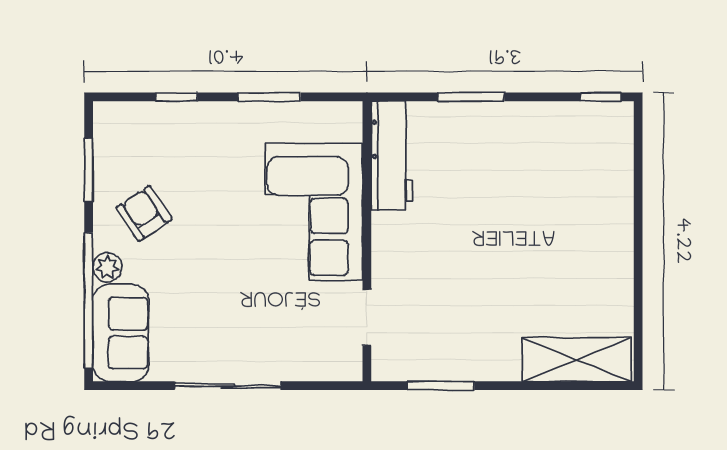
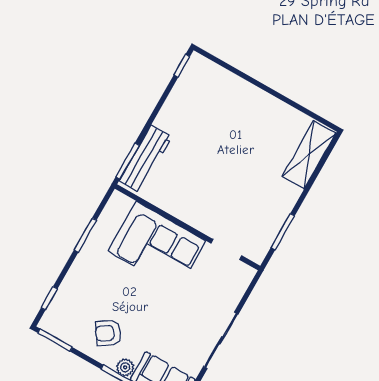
window: (176, 97) -> (49, 298), moved
window: (471, 97) -> (127, 161), moved
workbench: (392, 156) -> (145, 159), moved, turned 90
window: (89, 170) -> (55, 340), moved

